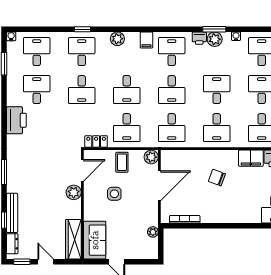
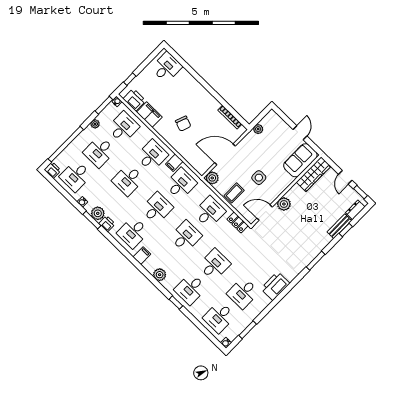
filing cabinet: (193, 139) -> (174, 163), added
bench: (12, 213) -> (339, 226), width x0.73

